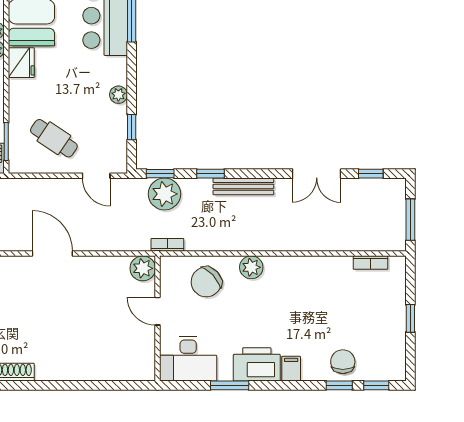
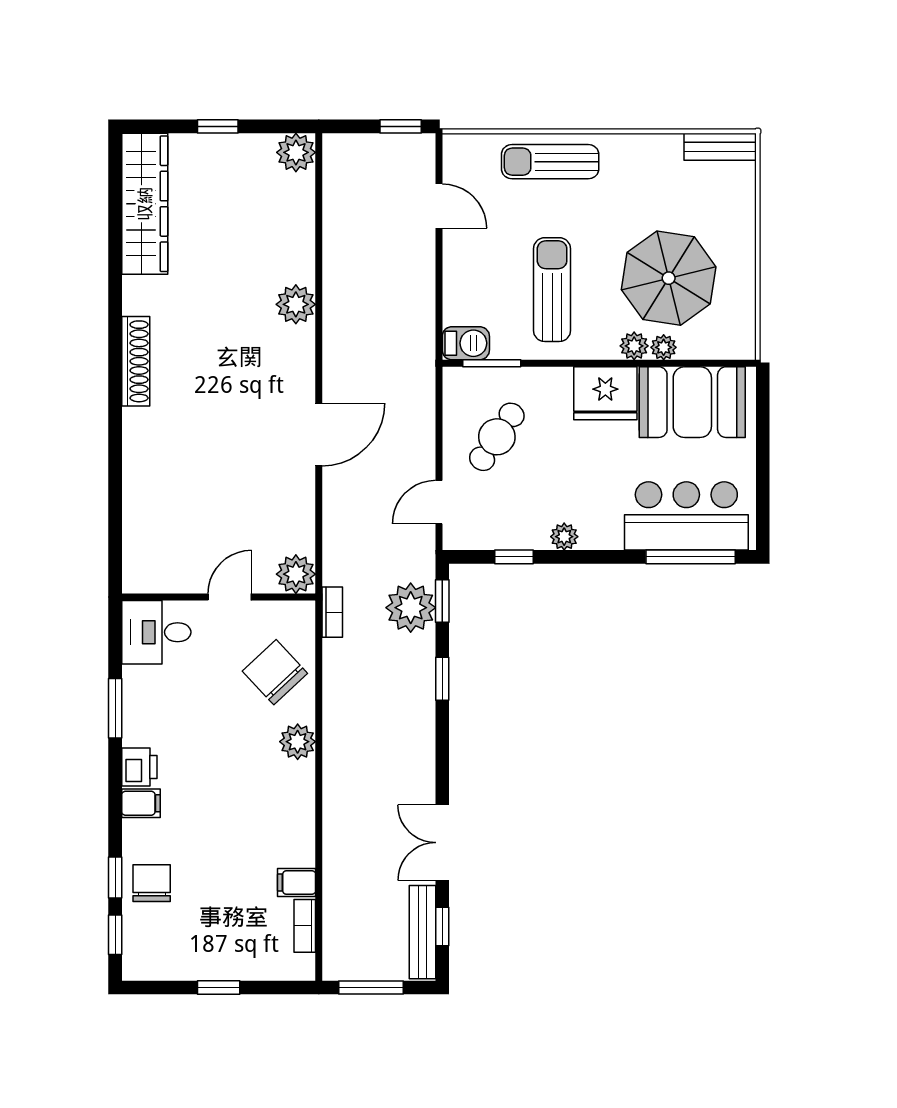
fridge: (21, 63) -> (605, 393), width x1.36, depth x1.34
bench: (243, 186) -> (422, 932), moved
filing cabinet: (342, 268) -> (297, 883), added
desk: (188, 359) -> (156, 632), width x0.73
chair: (343, 362) -> (152, 883), turned -90
printer: (257, 364) -> (139, 767), width x0.53, depth x0.68

